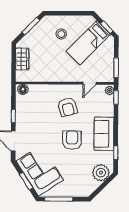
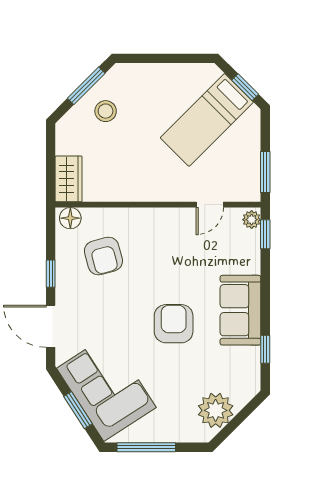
stool: (61, 34) -> (106, 111), moved
wardrobe: (22, 59) -> (69, 179), moved
armchair: (68, 107) -> (103, 256), moved
plant: (101, 173) -> (216, 410), moved

